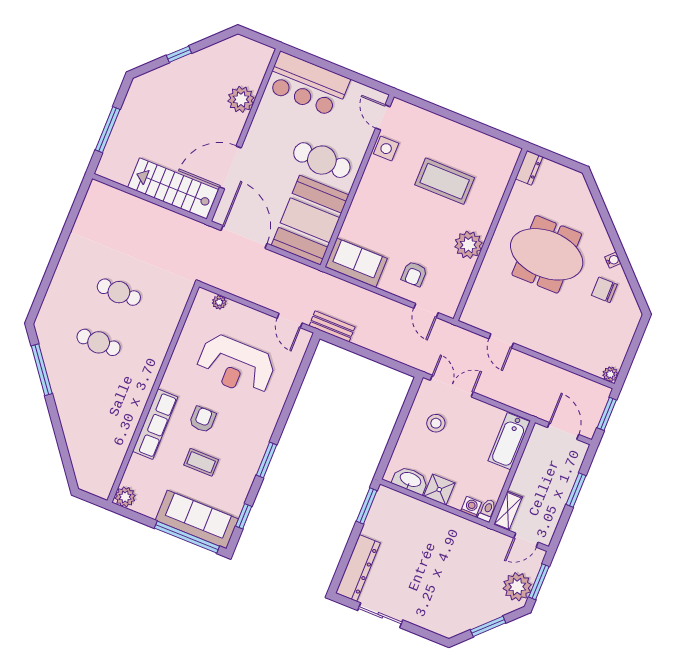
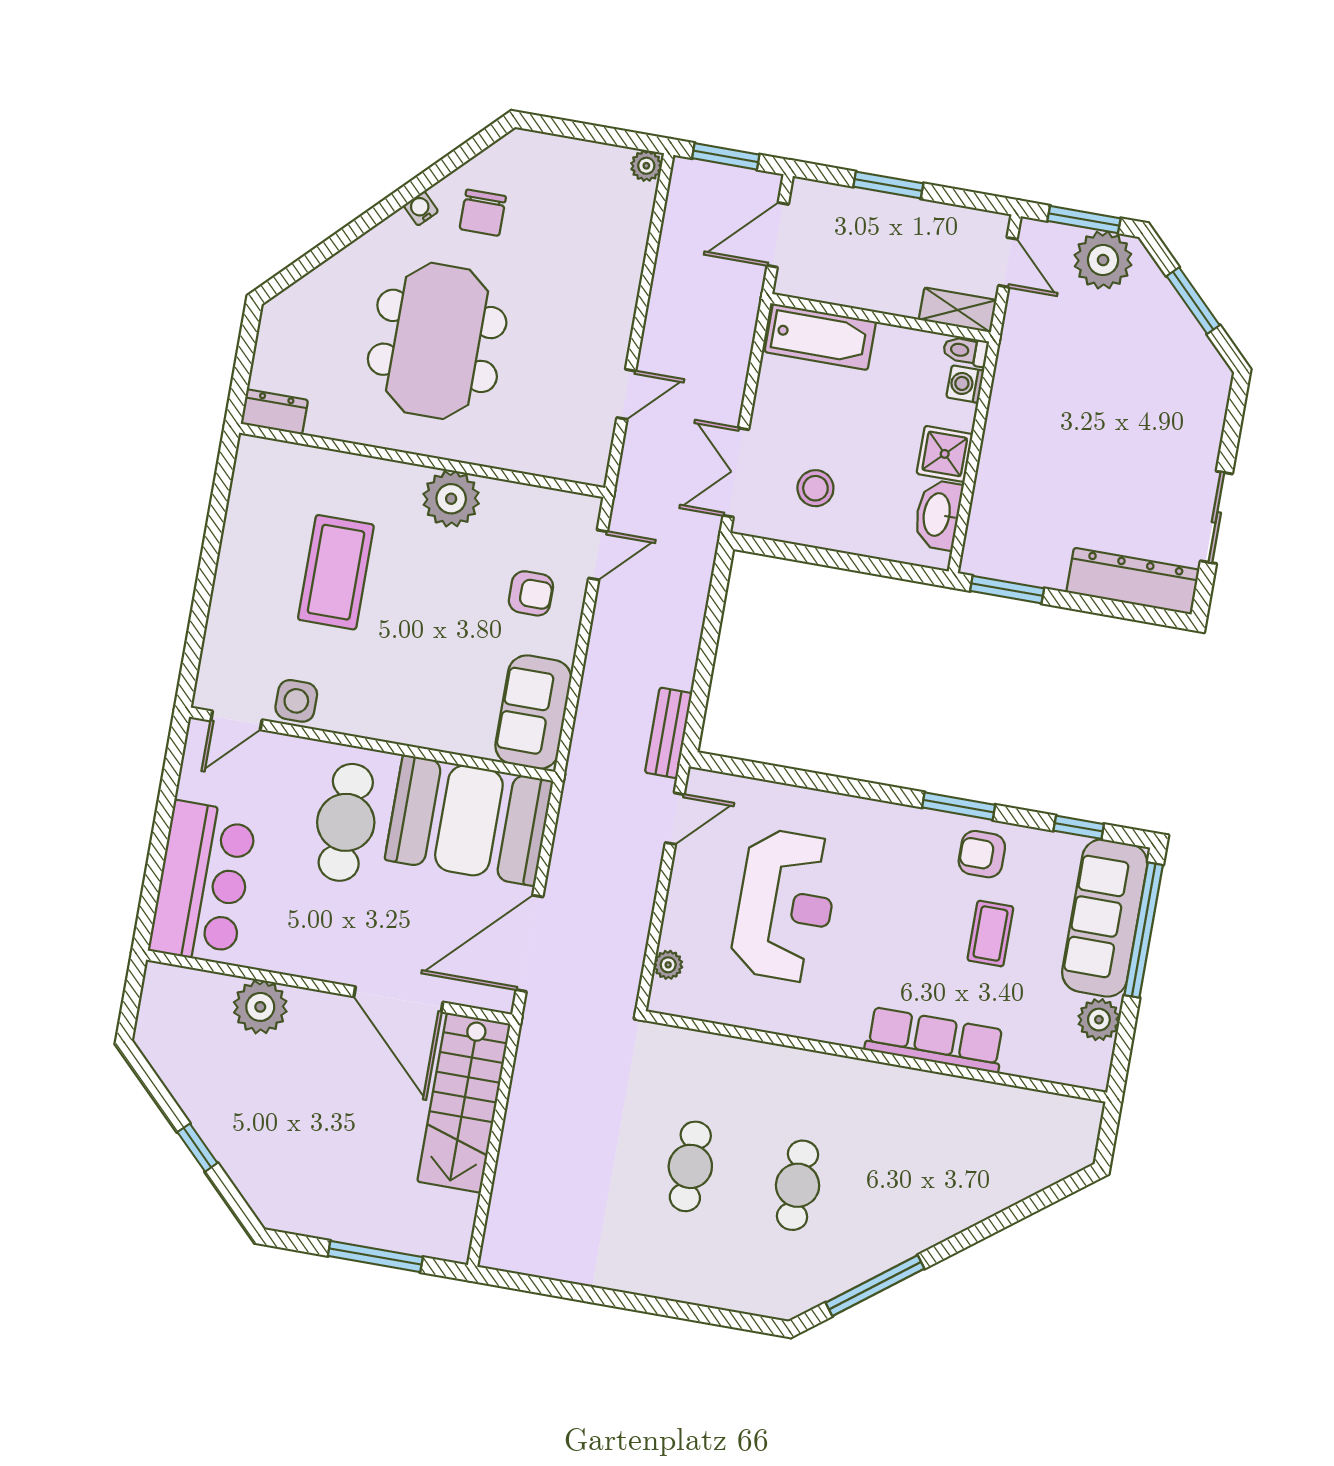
armchair: (203, 419) -> (982, 854), moved
plant: (125, 497) -> (1099, 1020), moved

